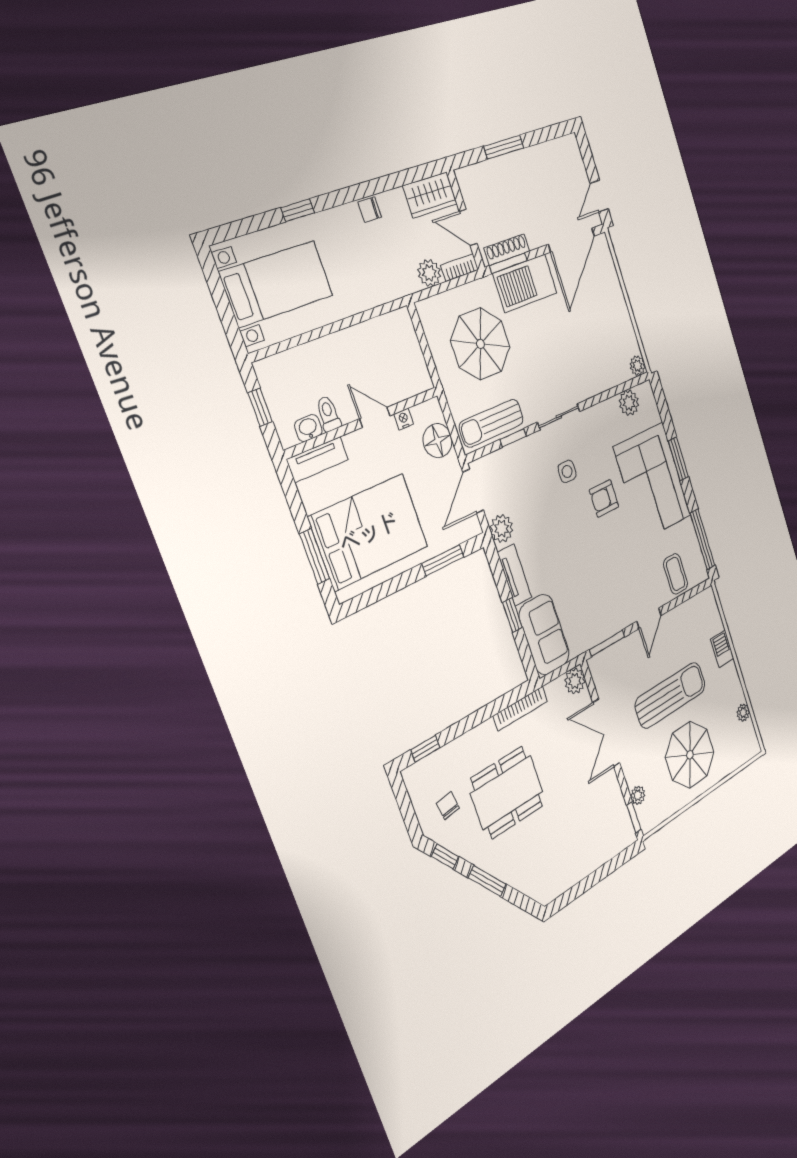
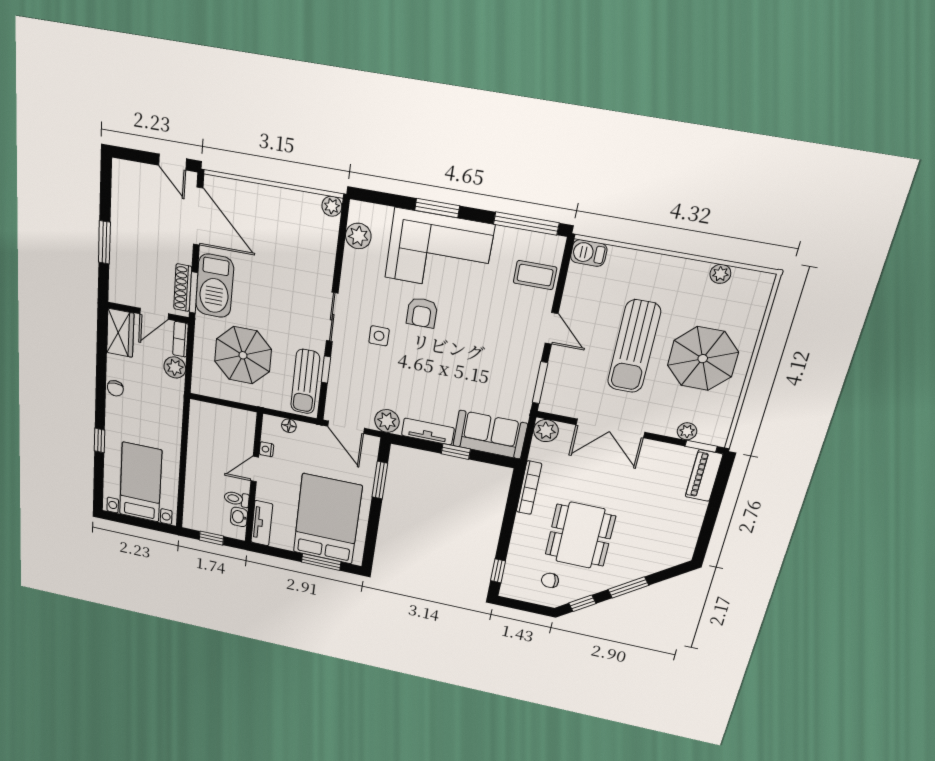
floor lamp: (438, 441) -> (289, 426), width x0.53, depth x0.53
barbecue: (722, 649) -> (589, 253), moved
sun lounger: (671, 695) -> (634, 347), turned 180
piano: (615, 843) -> (704, 476), added

